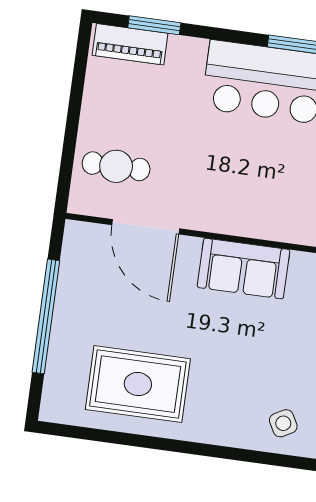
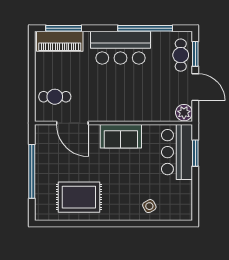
window: (154, 25) -> (64, 28), width x1.44
piano: (130, 44) -> (60, 41), width x1.37, depth x1.33

